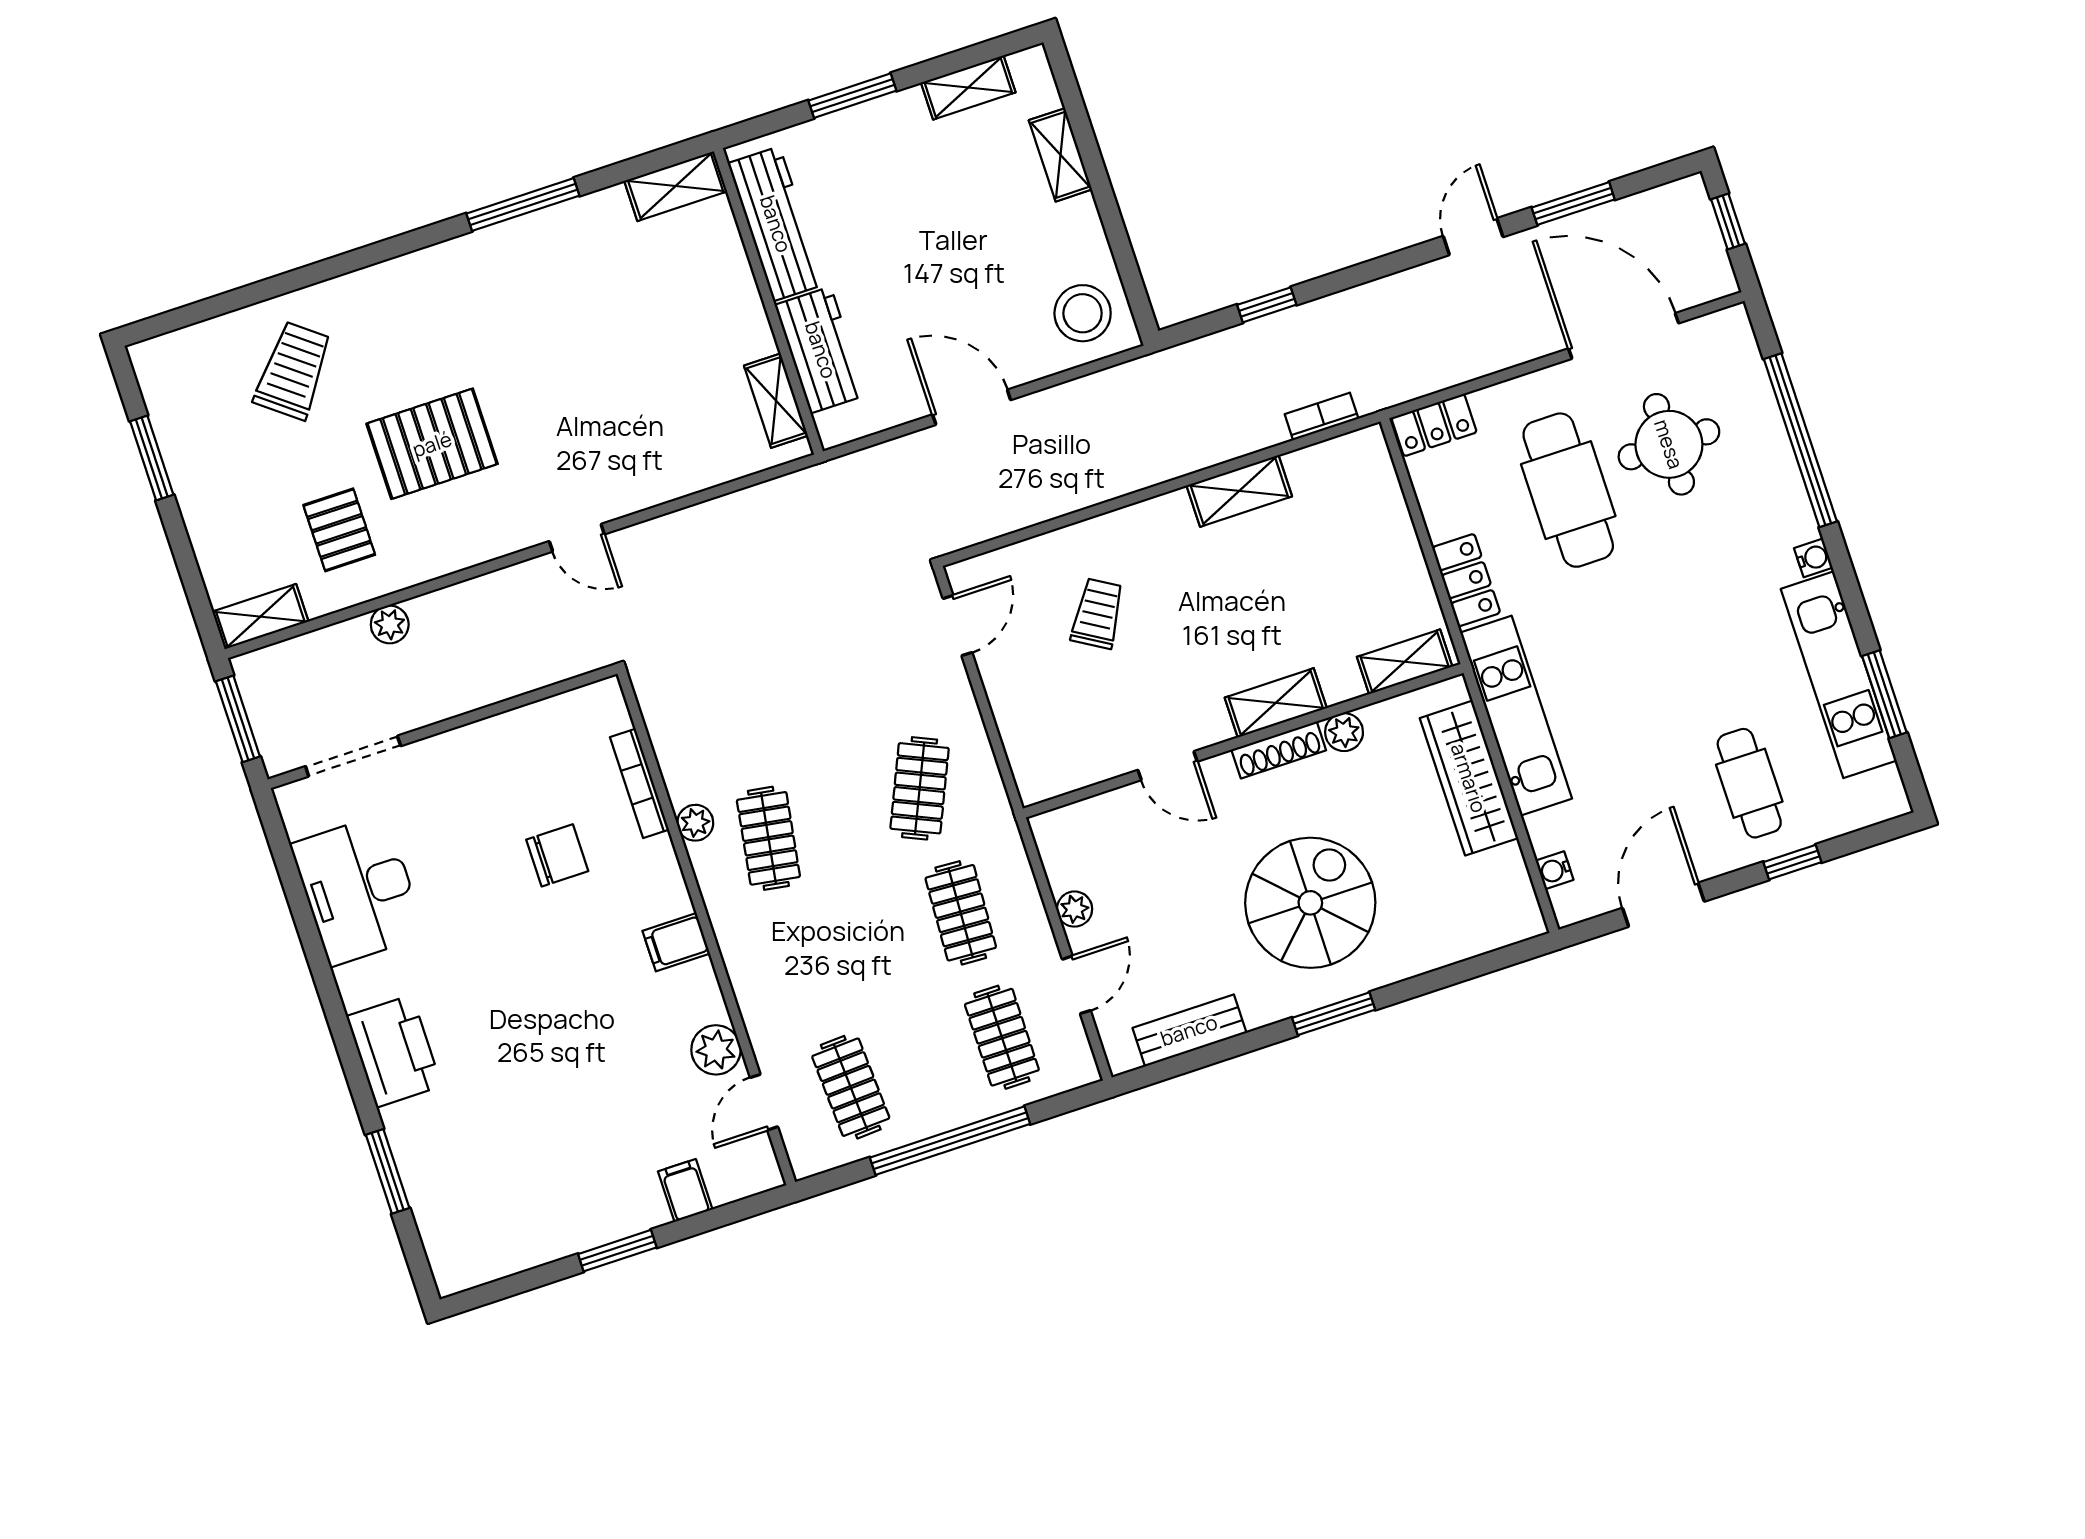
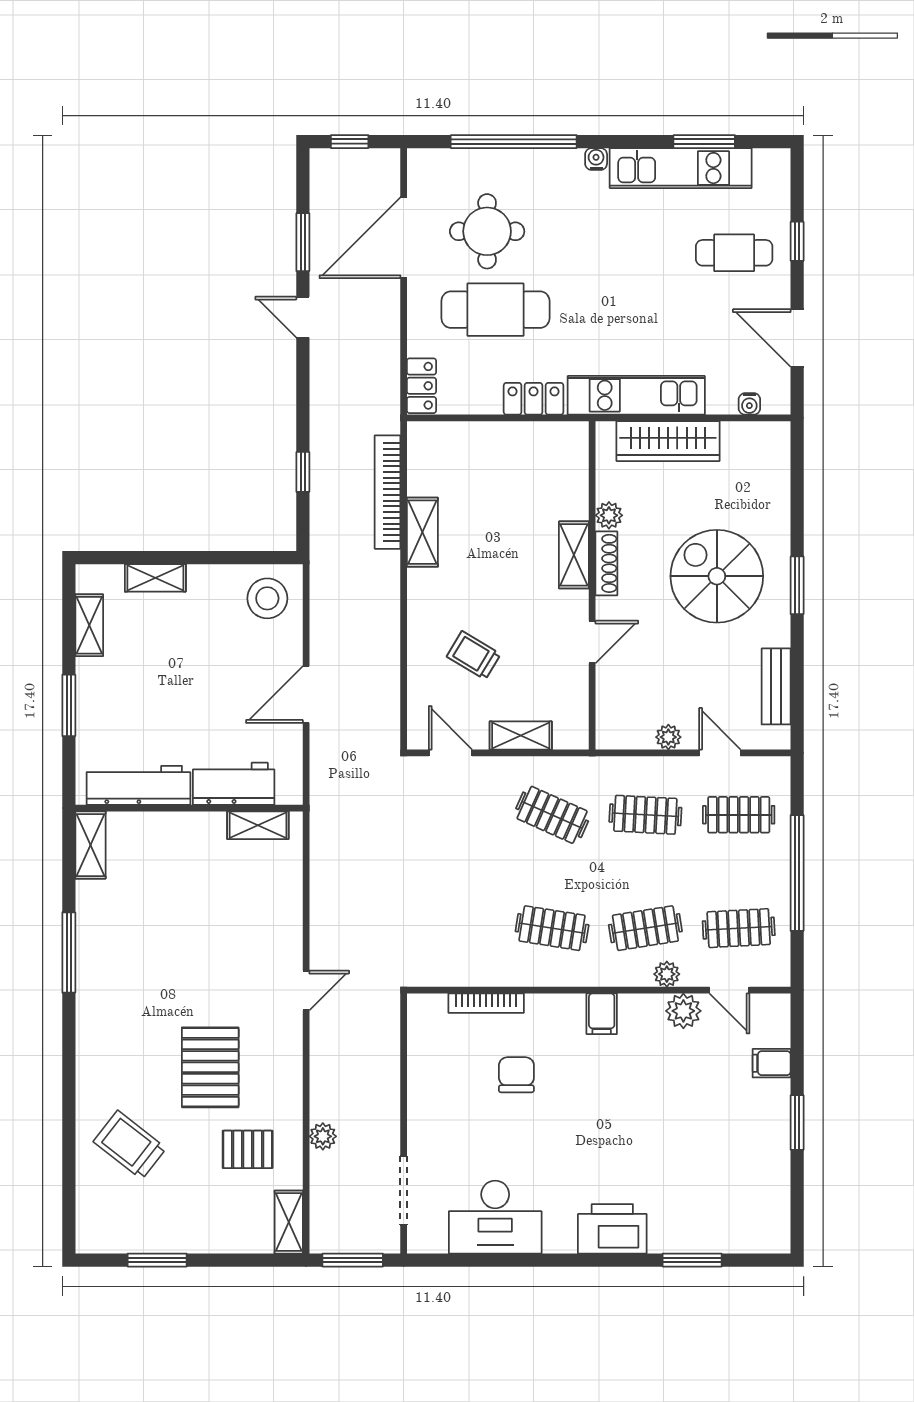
bookcase: (1322, 416) -> (388, 492), width x2.31, depth x1.31
shelving: (1405, 662) -> (521, 736), moved, turned 90
plant: (695, 823) -> (667, 974), moved
clothes rail: (810, 963) -> (645, 928), added

